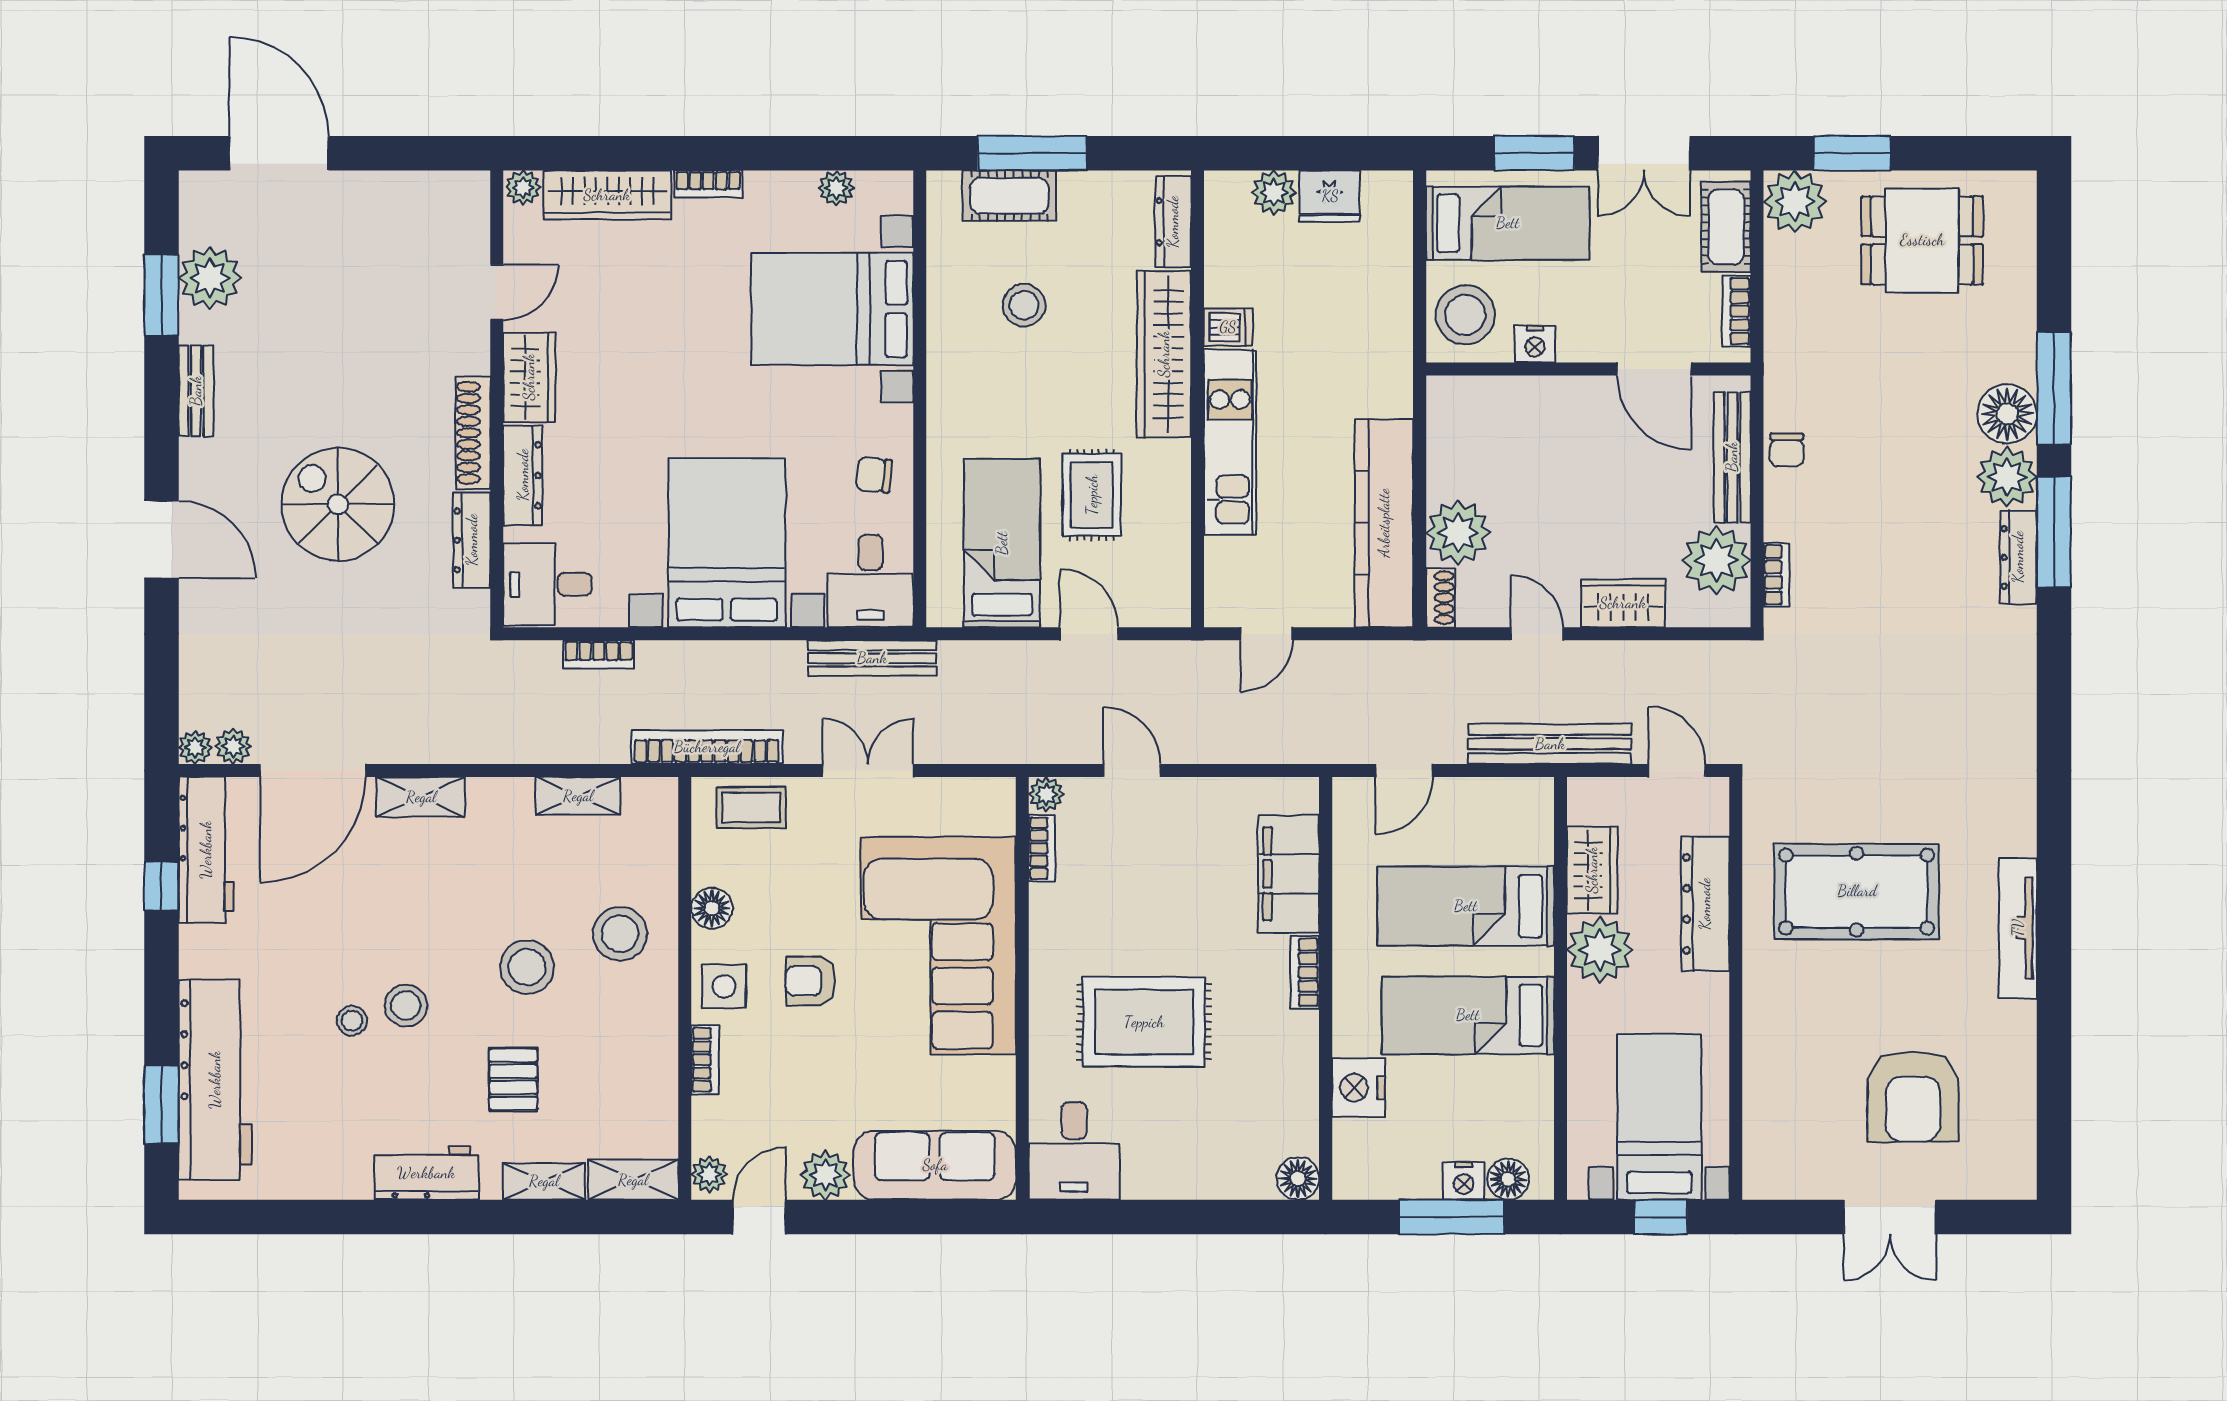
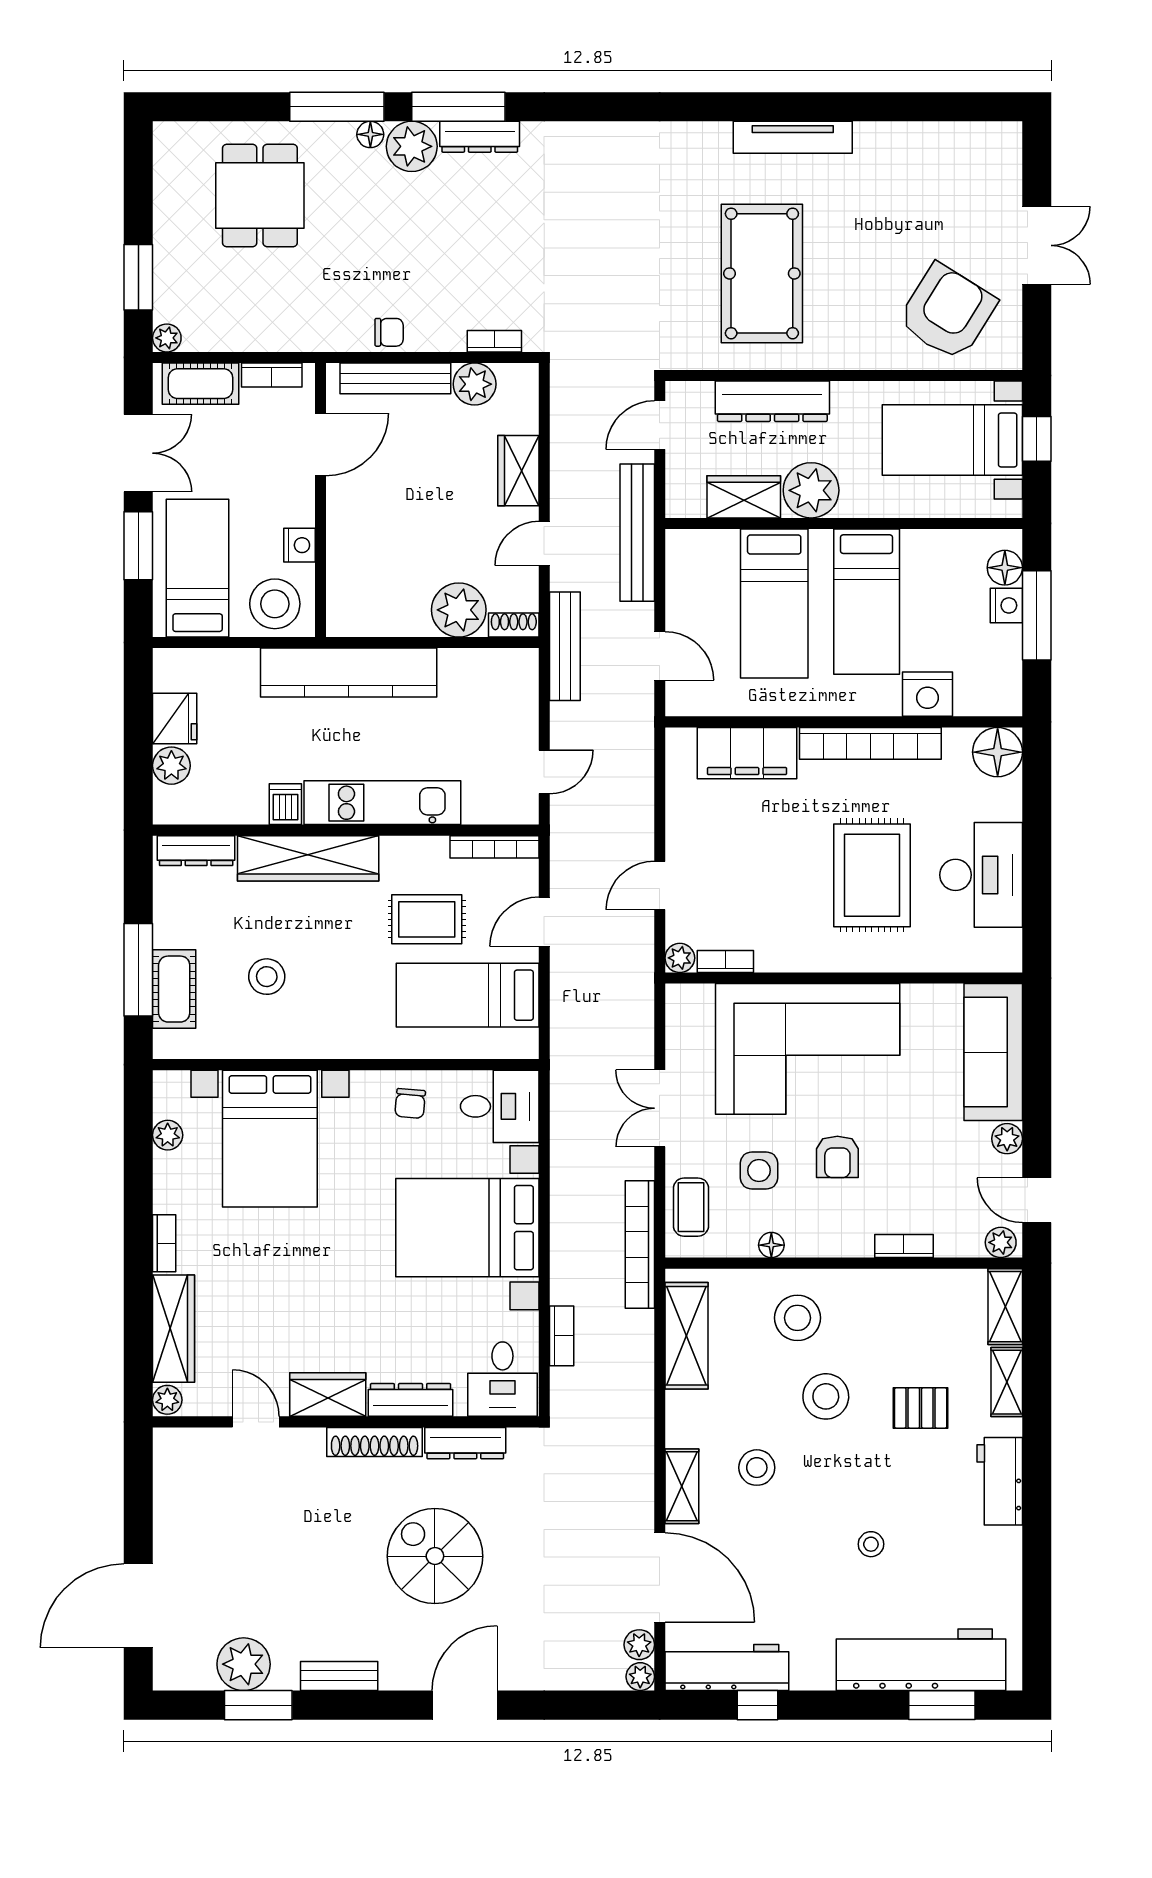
plant: (1795, 202) -> (167, 338), width x0.53, depth x0.53
dining table: (1922, 240) -> (260, 196), moved
floor lamp: (2007, 414) -> (370, 134), width x0.53, depth x0.53
spiral stairs: (338, 504) -> (435, 1556), turned 90
kitchen counter: (1384, 523) -> (349, 673), moved
plant: (1716, 560) -> (475, 384), width x0.73, depth x0.73
bookcase: (1178, 575) -> (494, 847), added
door: (1266, 634) -> (544, 772), hinge flipped
bench: (872, 658) -> (565, 646), moved
shelving: (578, 796) -> (686, 1336), width x1.50, depth x1.33
floor lamp: (712, 908) -> (771, 1245), width x0.73, depth x0.73
bookcase: (1305, 972) -> (870, 743), width x2.31, depth x1.31
side table: (724, 986) -> (759, 1170), moved
stool: (406, 1006) -> (757, 1468), moved
armchair: (1913, 1096) -> (947, 312), moved, turned -58
desk: (1074, 1151) -> (981, 875), moved, width x1.37
plant: (825, 1175) -> (1007, 1139), width x0.73, depth x0.73
floor lamp: (1298, 1178) -> (998, 752), width x1.38, depth x1.38

